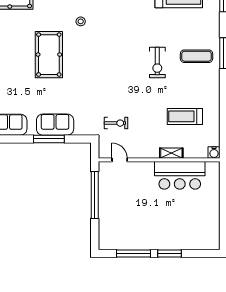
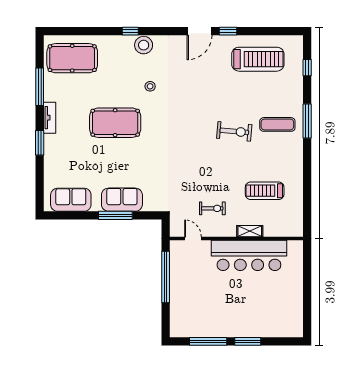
pool table: (49, 55) -> (115, 123), turned 90
exercise bike: (157, 63) -> (234, 131), turned -85
exercise bike: (116, 123) -> (212, 208), moved
water cooler: (214, 153) -> (297, 230), removed
bar counter: (180, 175) -> (249, 255), width x1.36

